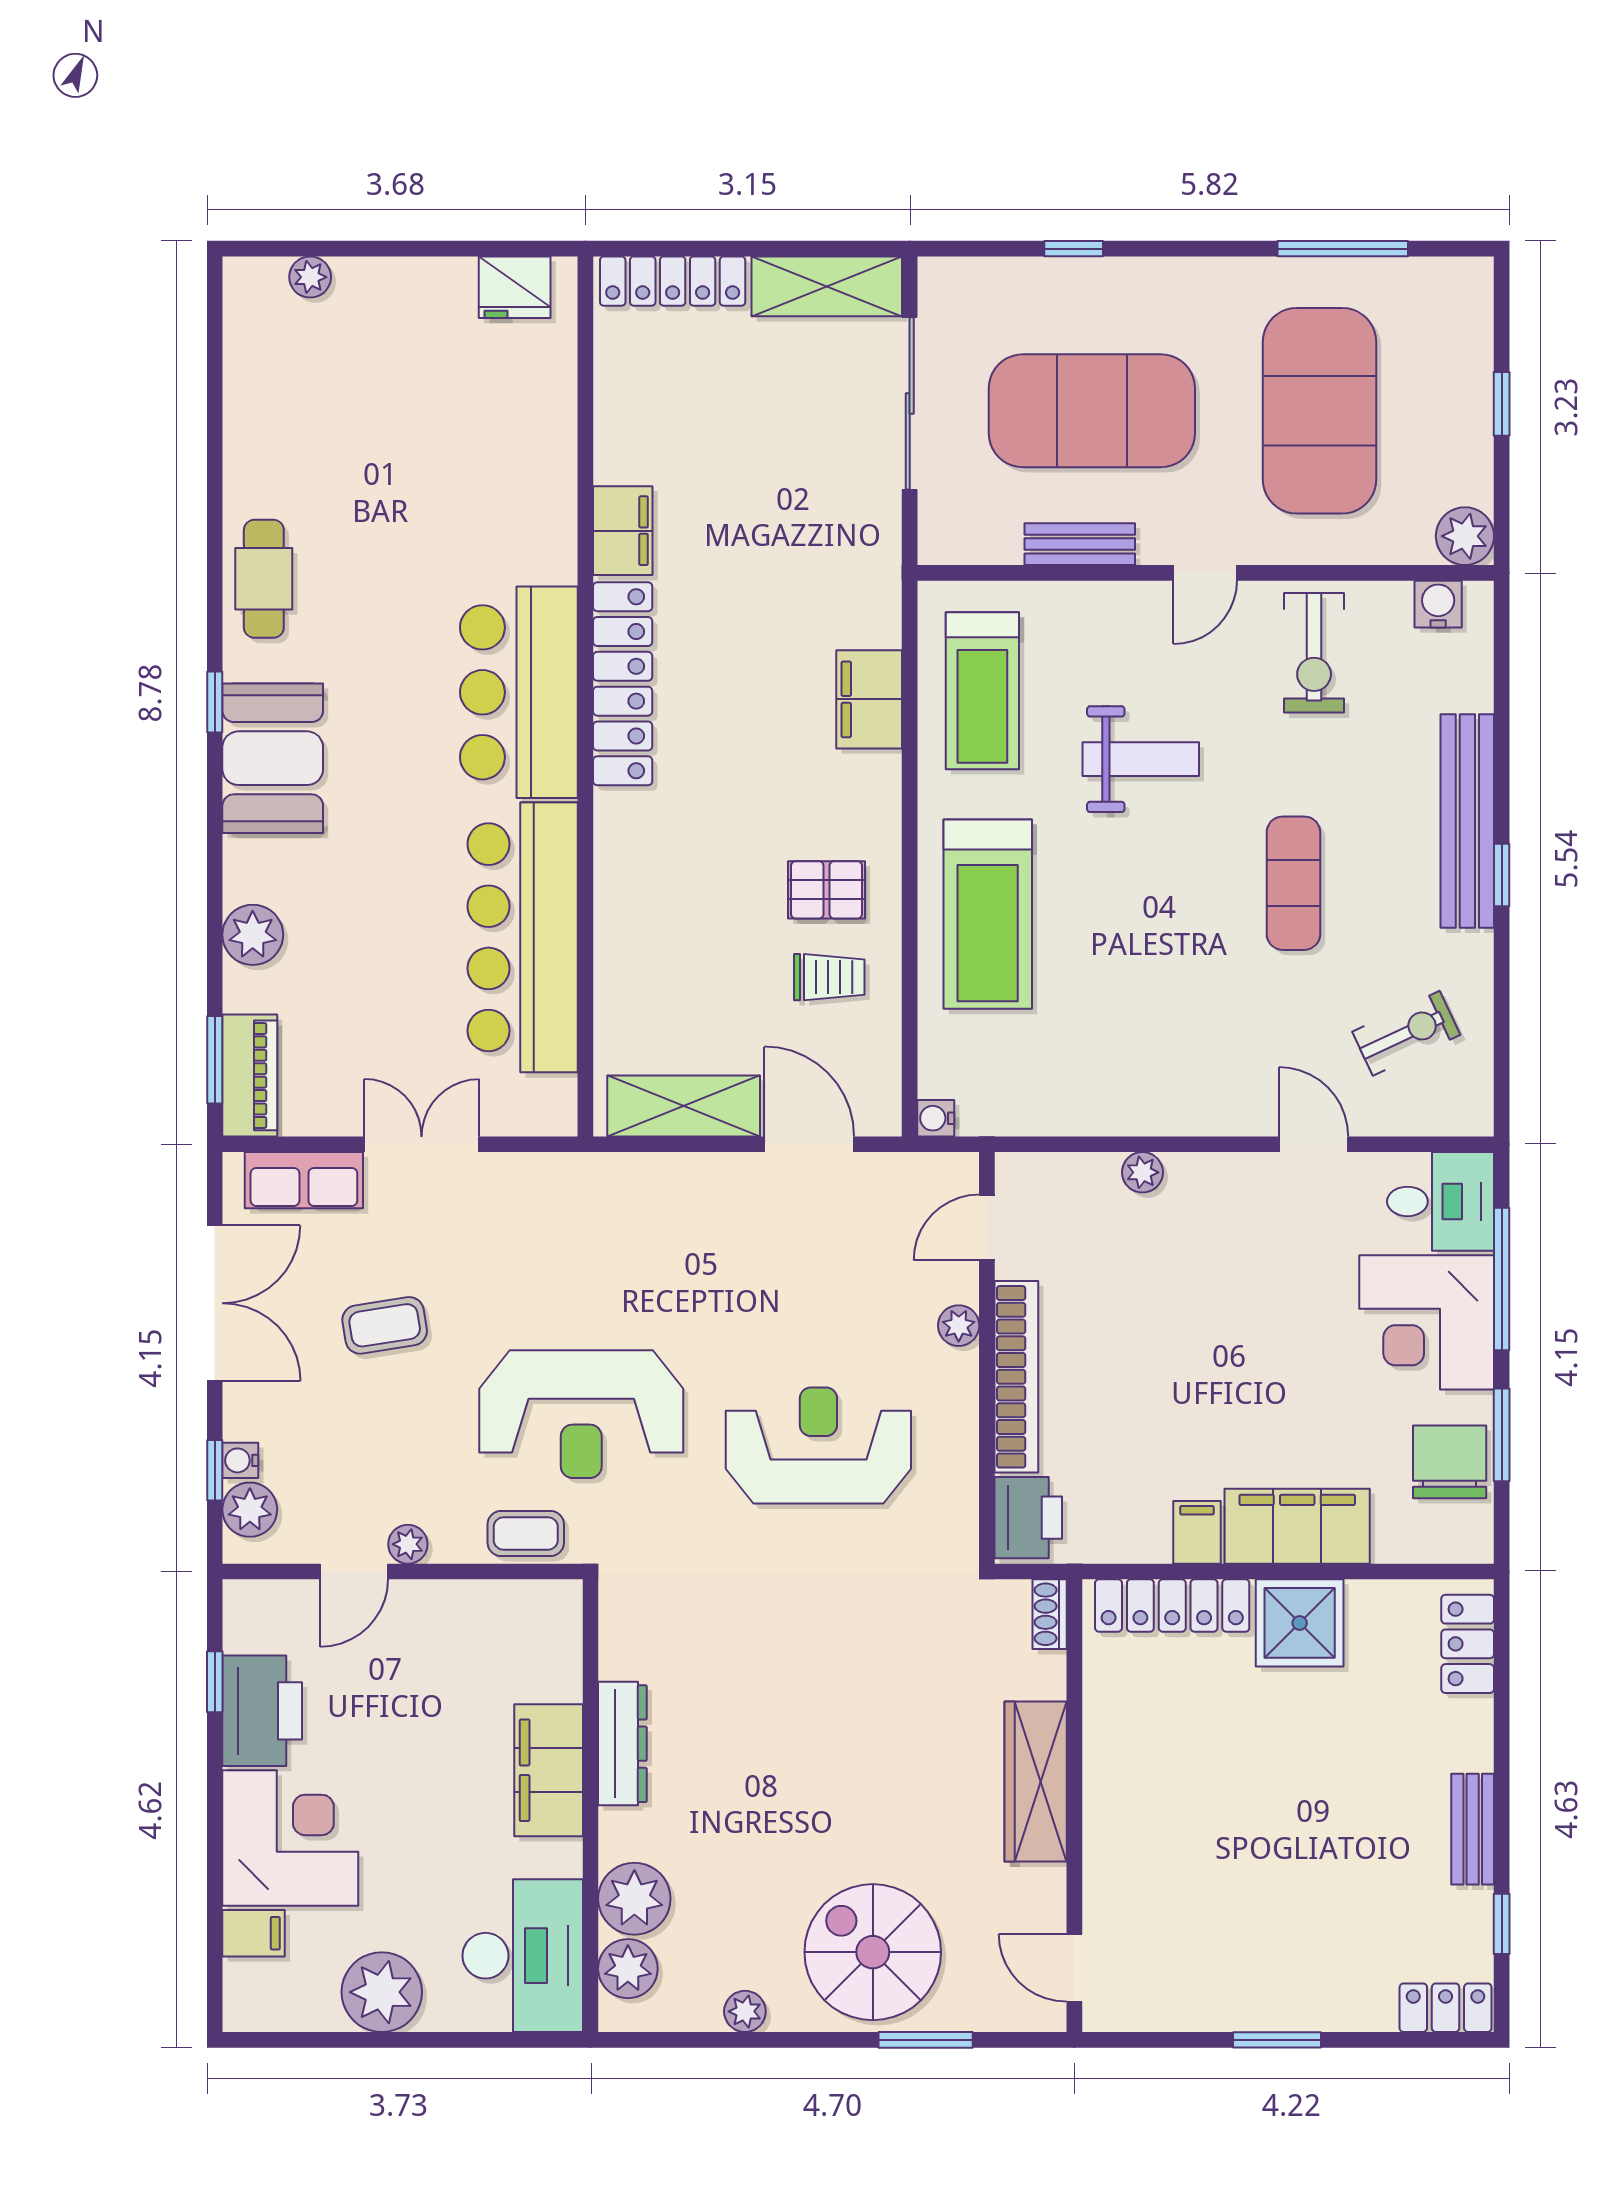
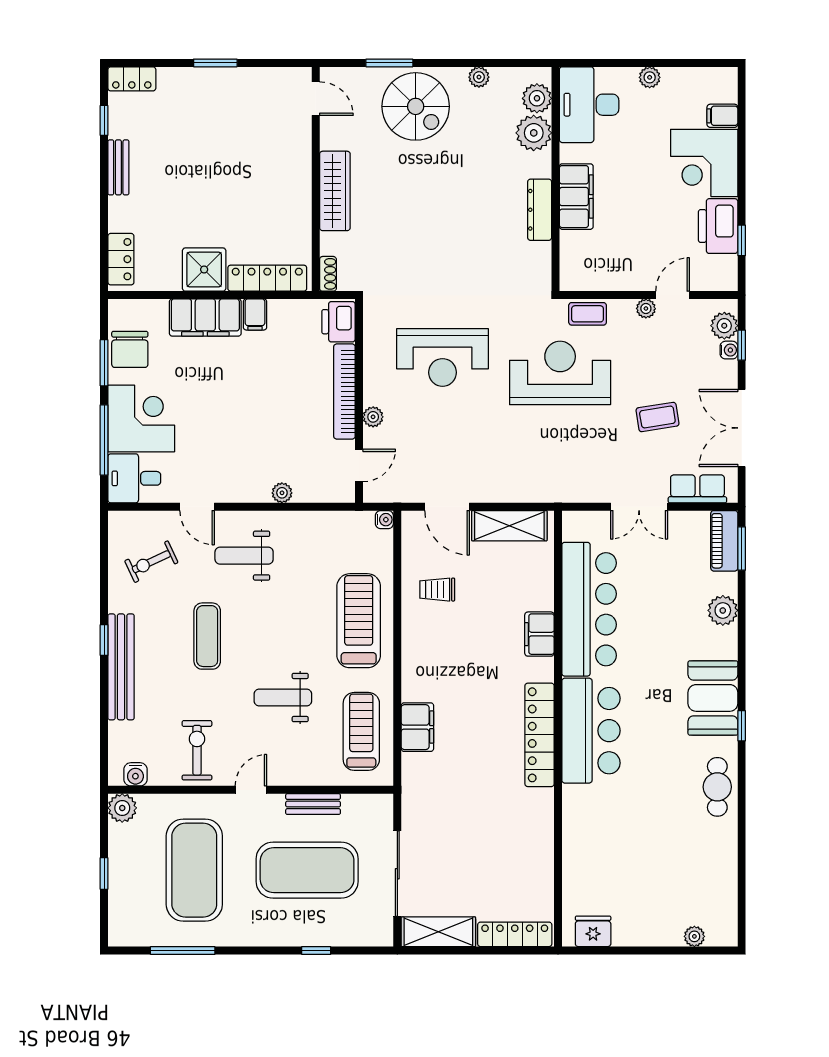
filing cabinet: (623, 531) -> (539, 634), moved
pallet: (827, 890) -> (439, 633), removed
weight bench: (1219, 1045) -> (244, 556), added
plant: (382, 1992) -> (650, 77), width x0.53, depth x0.53

